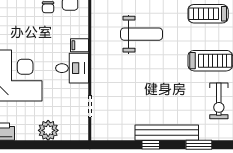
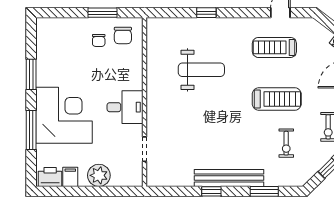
filing cabinet: (79, 45) -> (70, 177), moved, turned 90
exercise bike: (219, 101) -> (286, 143), width x0.73, depth x0.72

